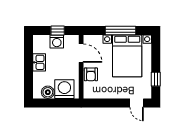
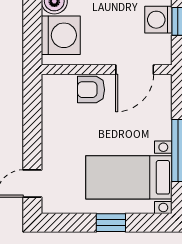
bed with nightstands: (127, 56) -> (129, 177), width x0.73
window: (156, 79) -> (111, 223), moved

